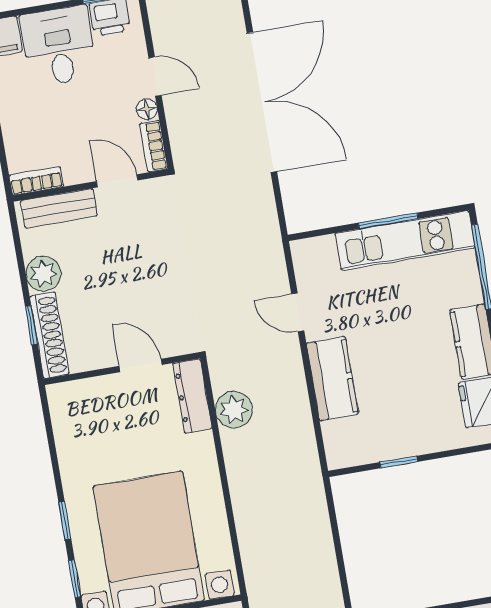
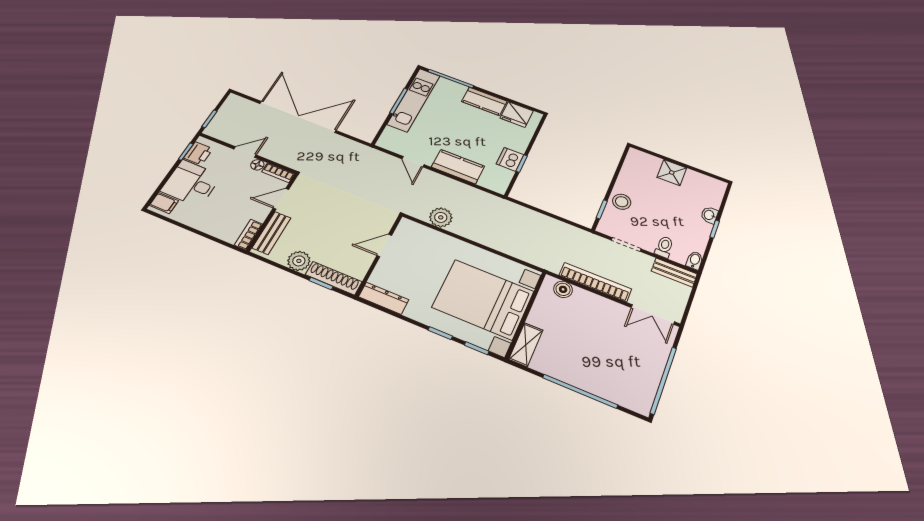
door: (298, 312) -> (413, 162), hinge flipped
dresser: (192, 396) -> (384, 298), moved, turned 180
dishwasher: (395, 442) -> (510, 159), added

